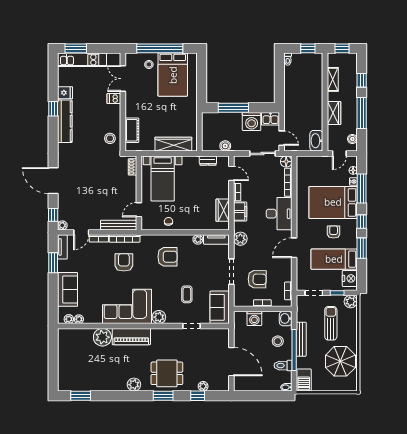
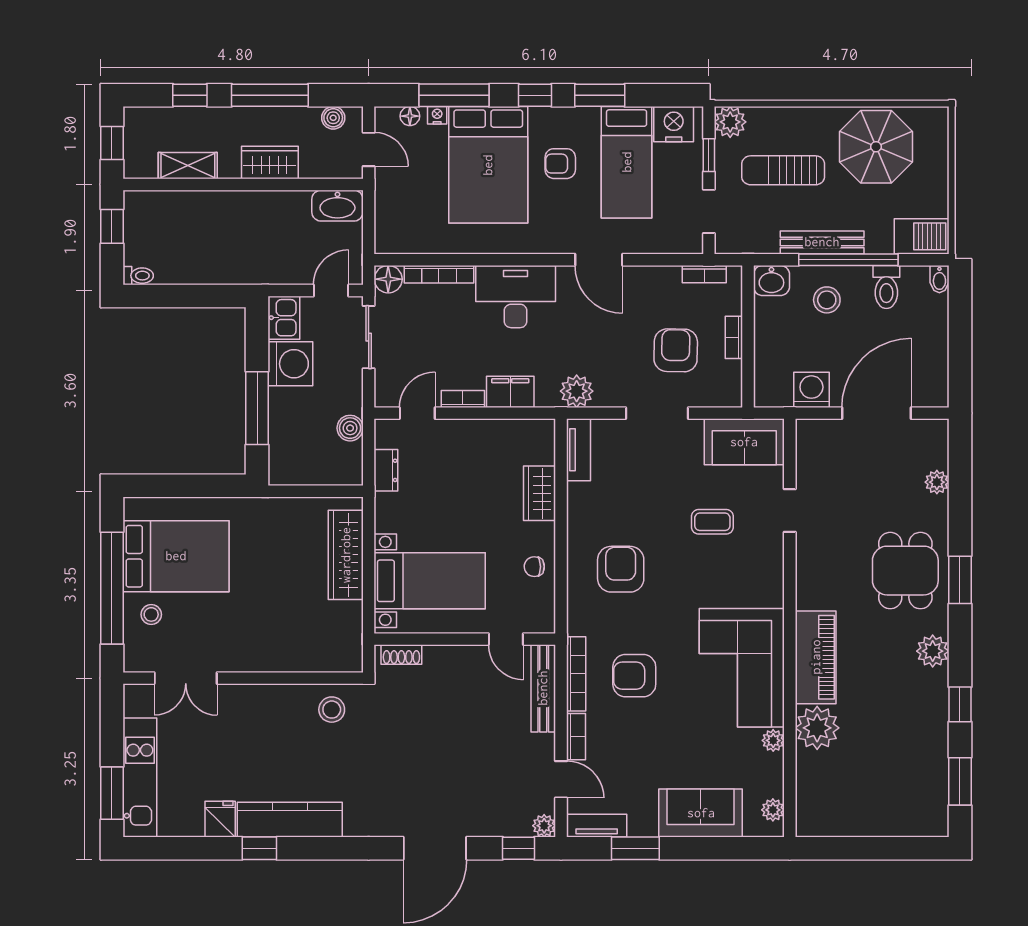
dishwasher: (114, 98) -> (234, 700), removed
cot: (132, 130) -> (312, 656), removed
wardrobe: (223, 210) -> (540, 493), moved, turned 90
plant: (198, 239) -> (578, 495), removed
plant: (159, 317) -> (768, 590), removed
washing machine: (254, 318) -> (811, 390), moved, turned -90
plant: (79, 319) -> (773, 740), moved
window: (198, 396) -> (960, 704), moved

